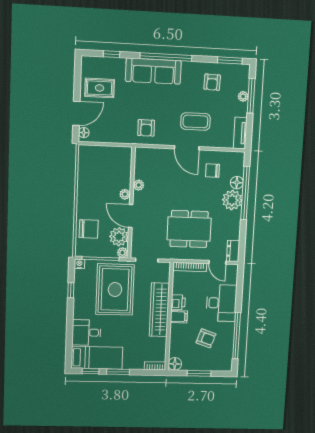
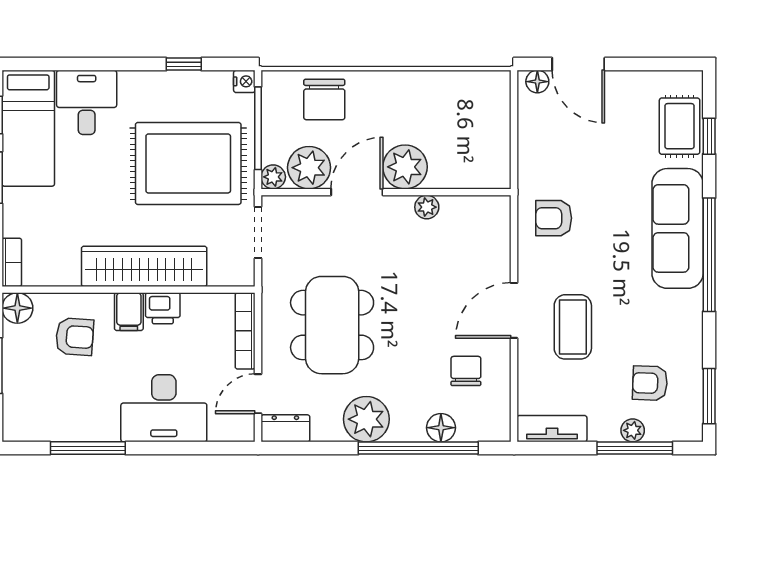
armchair: (212, 82) -> (650, 383), moved
rug: (100, 88) -> (680, 126), moved
plant: (125, 194) -> (405, 167), width x1.87, depth x1.87
plant: (232, 200) -> (366, 419), moved
window: (237, 336) -> (88, 448), width x0.68
armchair: (206, 338) -> (75, 337), moved, turned -105

